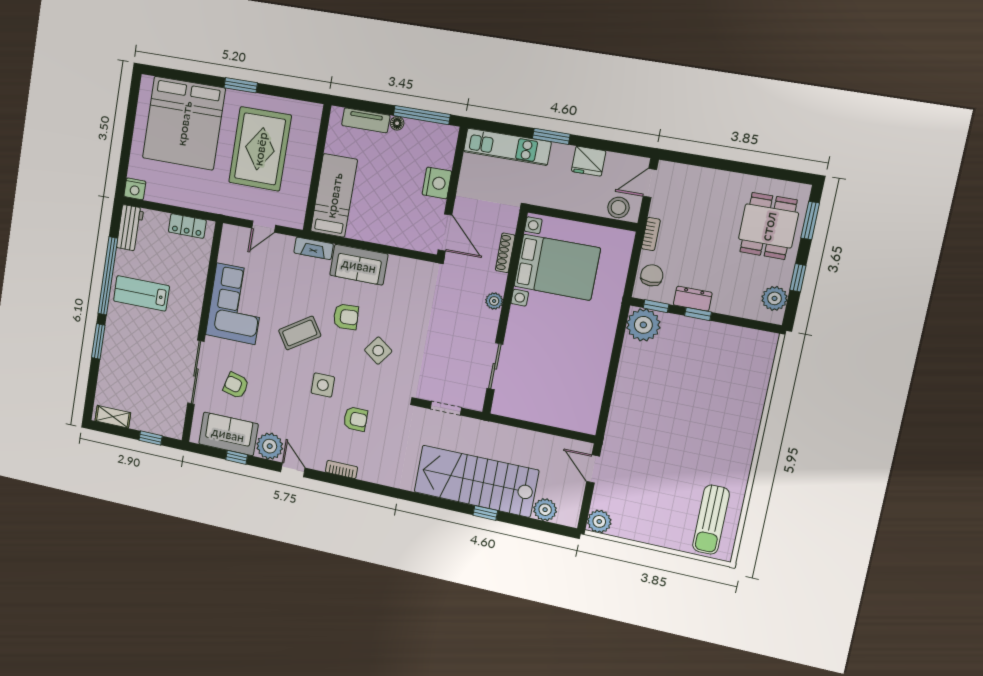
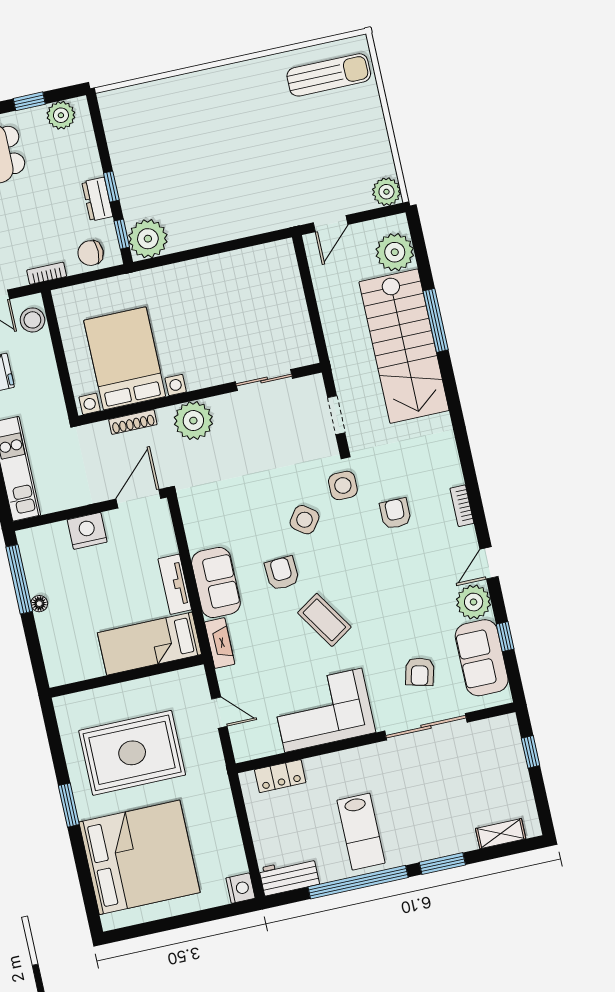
tv unit: (366, 120) -> (175, 584), moved, turned 180
locker: (187, 226) -> (280, 776), moved, turned 90
plant: (494, 301) -> (193, 421), width x1.88, depth x1.88
side table: (323, 385) -> (343, 485), moved
shelving: (113, 417) -> (501, 834), moved, turned 90
plant: (545, 510) -> (395, 252), width x1.36, depth x1.36
window: (485, 513) -> (436, 320), width x2.17

